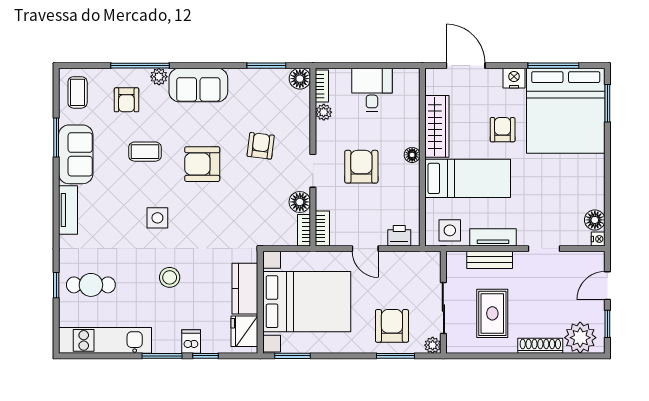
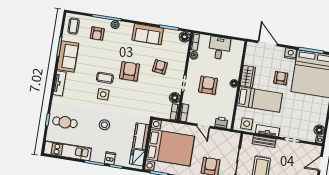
sofa: (198, 85) -> (148, 34), moved
wardrobe: (437, 126) -> (248, 76), width x0.67
coffee table: (145, 152) -> (105, 78), moved
armchair: (202, 164) -> (130, 71), turned 90

